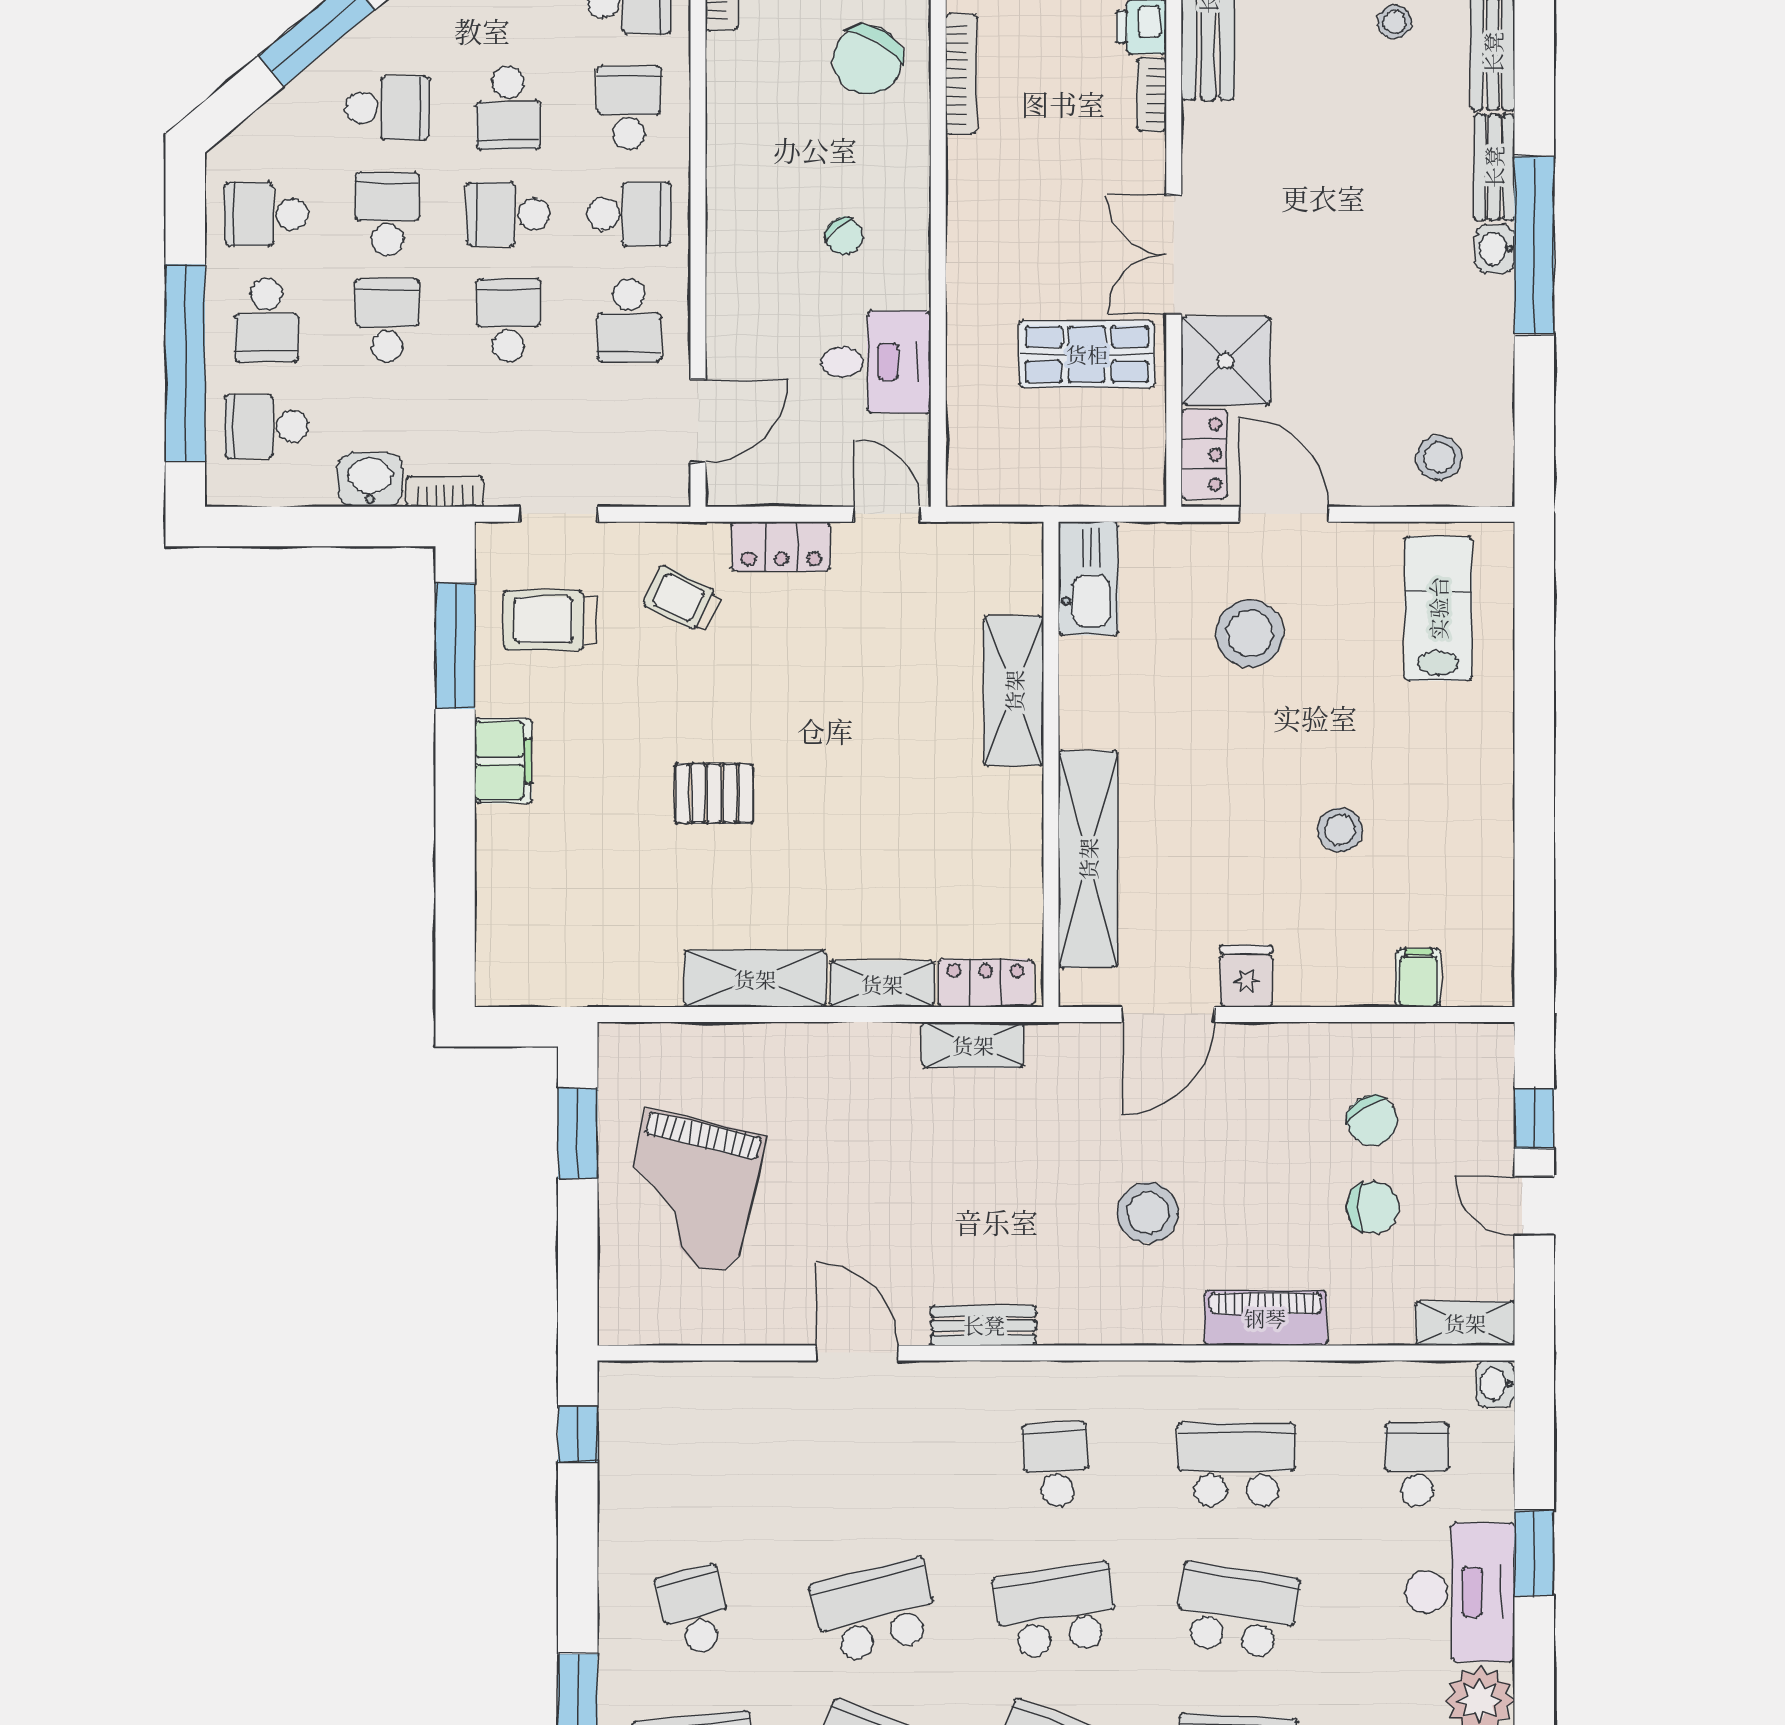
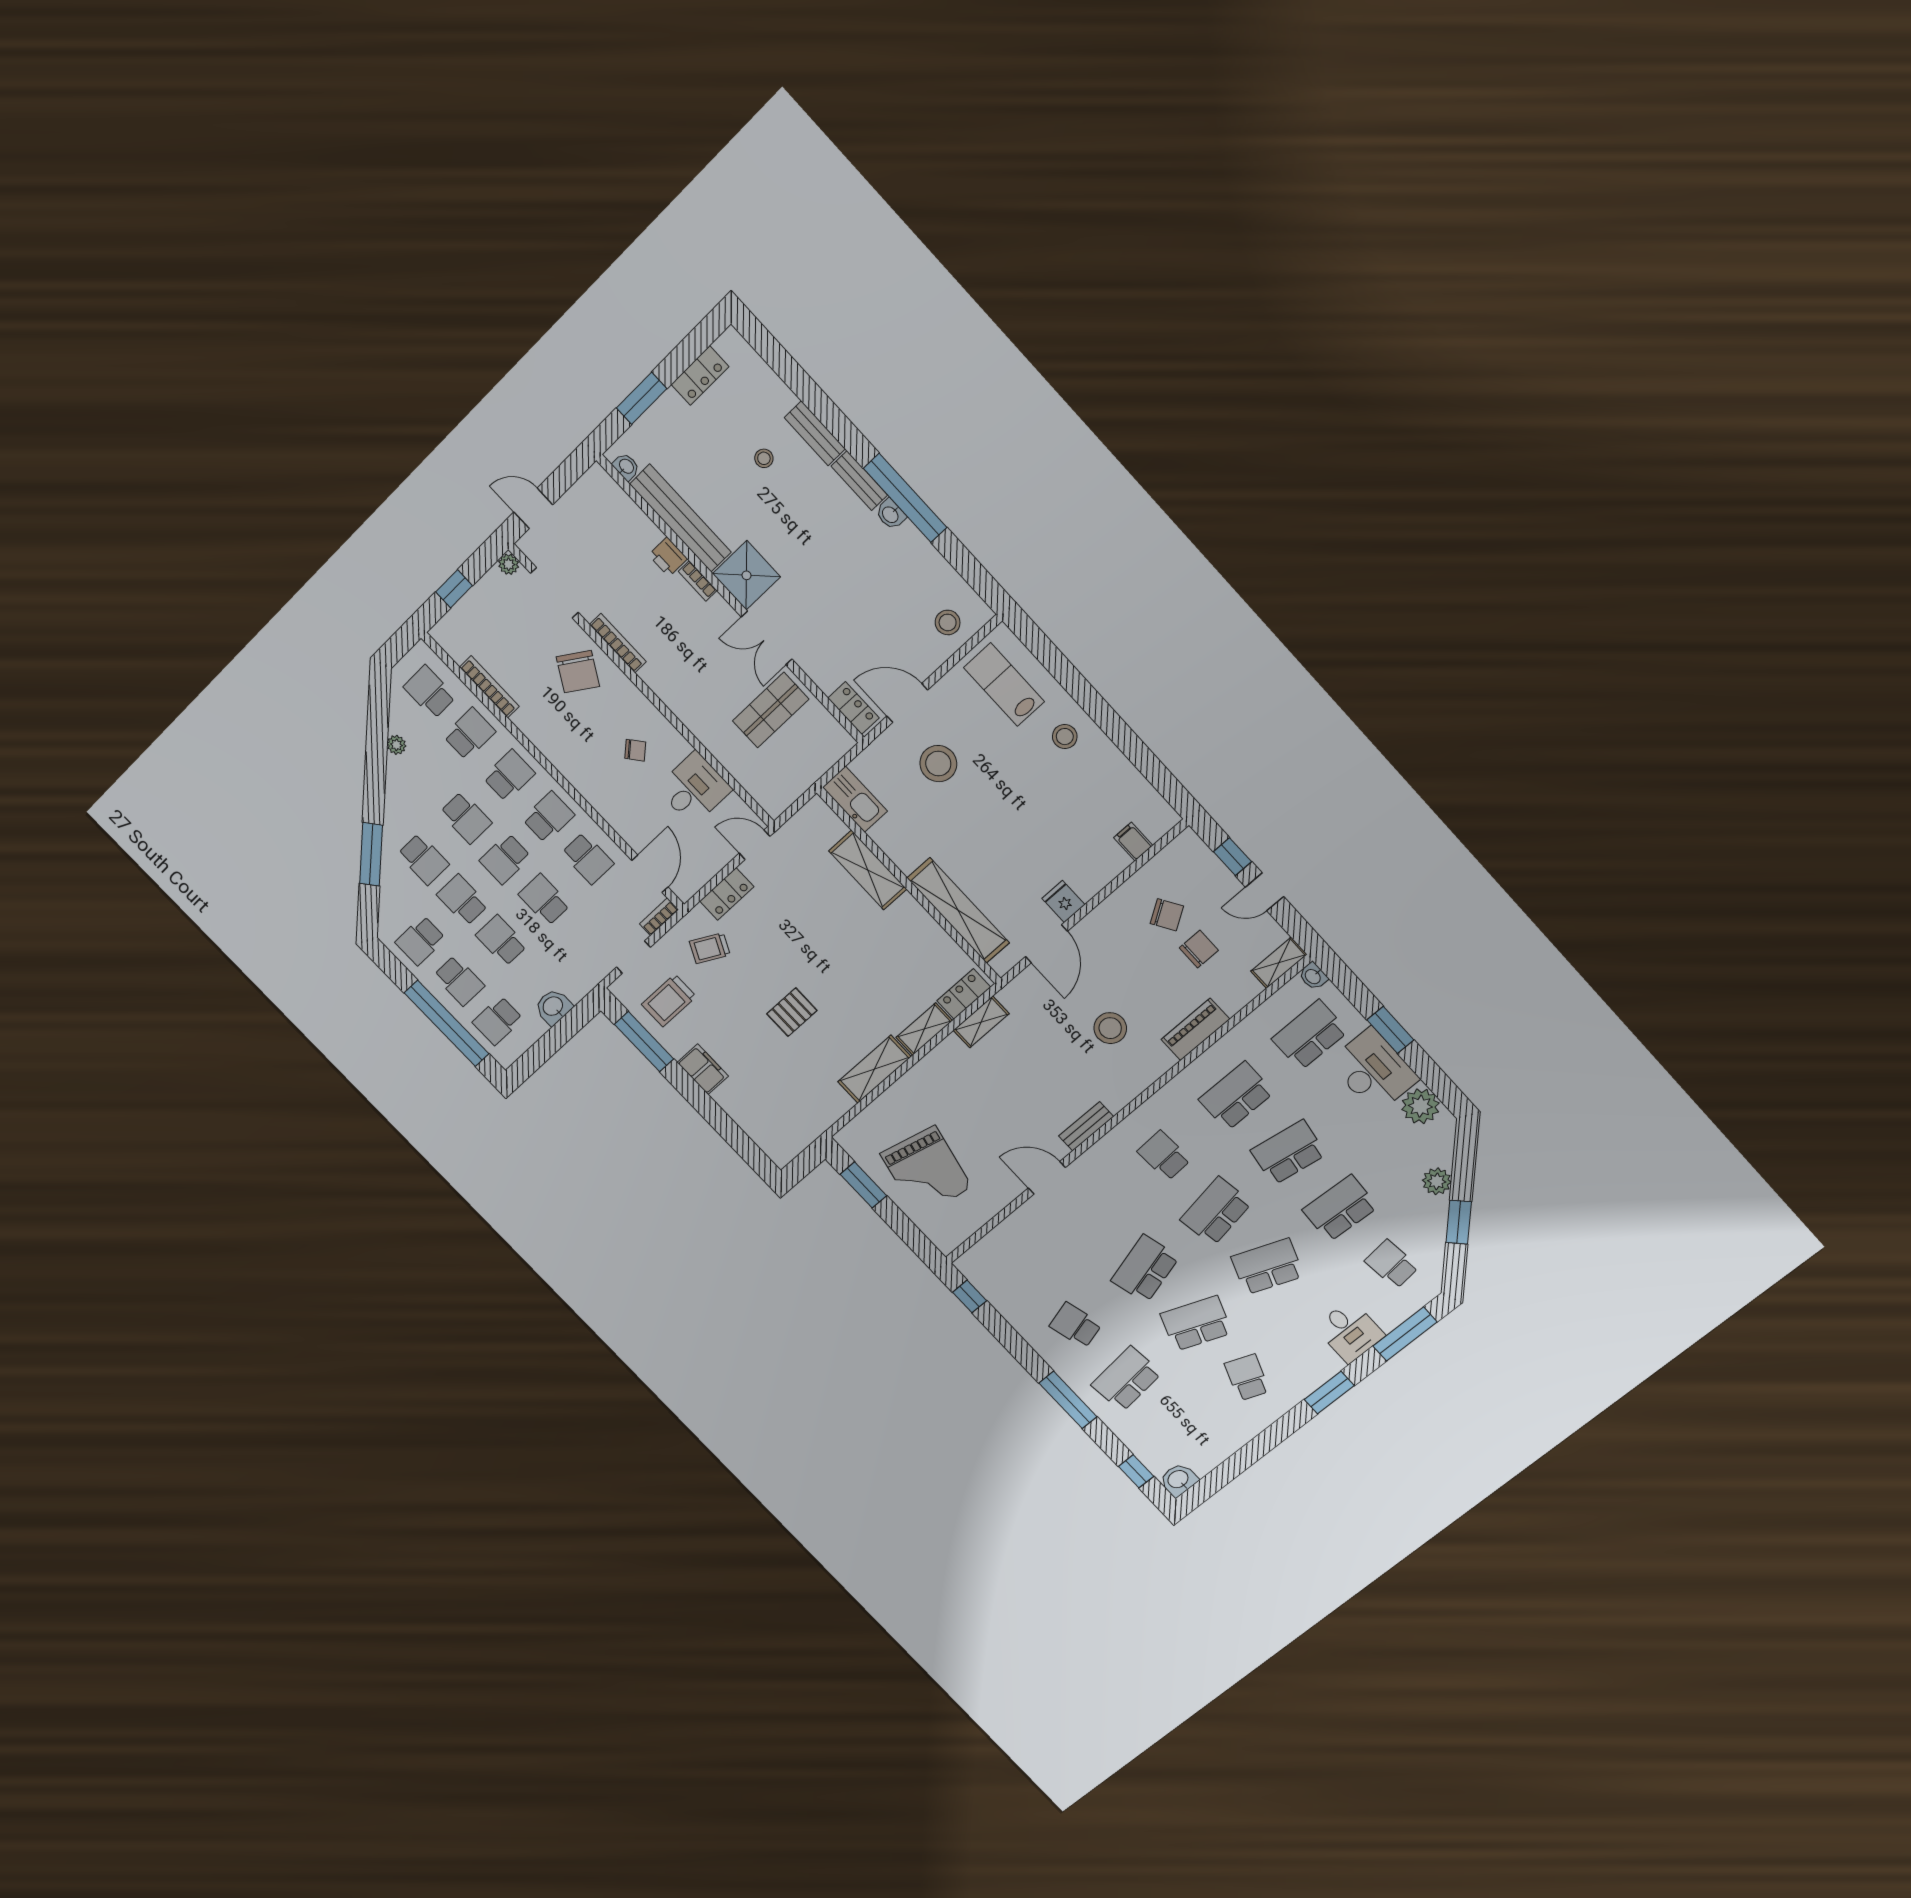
school desk: (387, 108) -> (423, 859), turned 90
school desk: (629, 108) -> (509, 776), turned 90
shower: (1226, 361) -> (746, 575), moved
bookcase: (445, 491) -> (659, 917), moved
stool: (1340, 830) -> (1065, 737), moved
school desk: (1417, 1464) -> (1310, 1035), width x1.85

